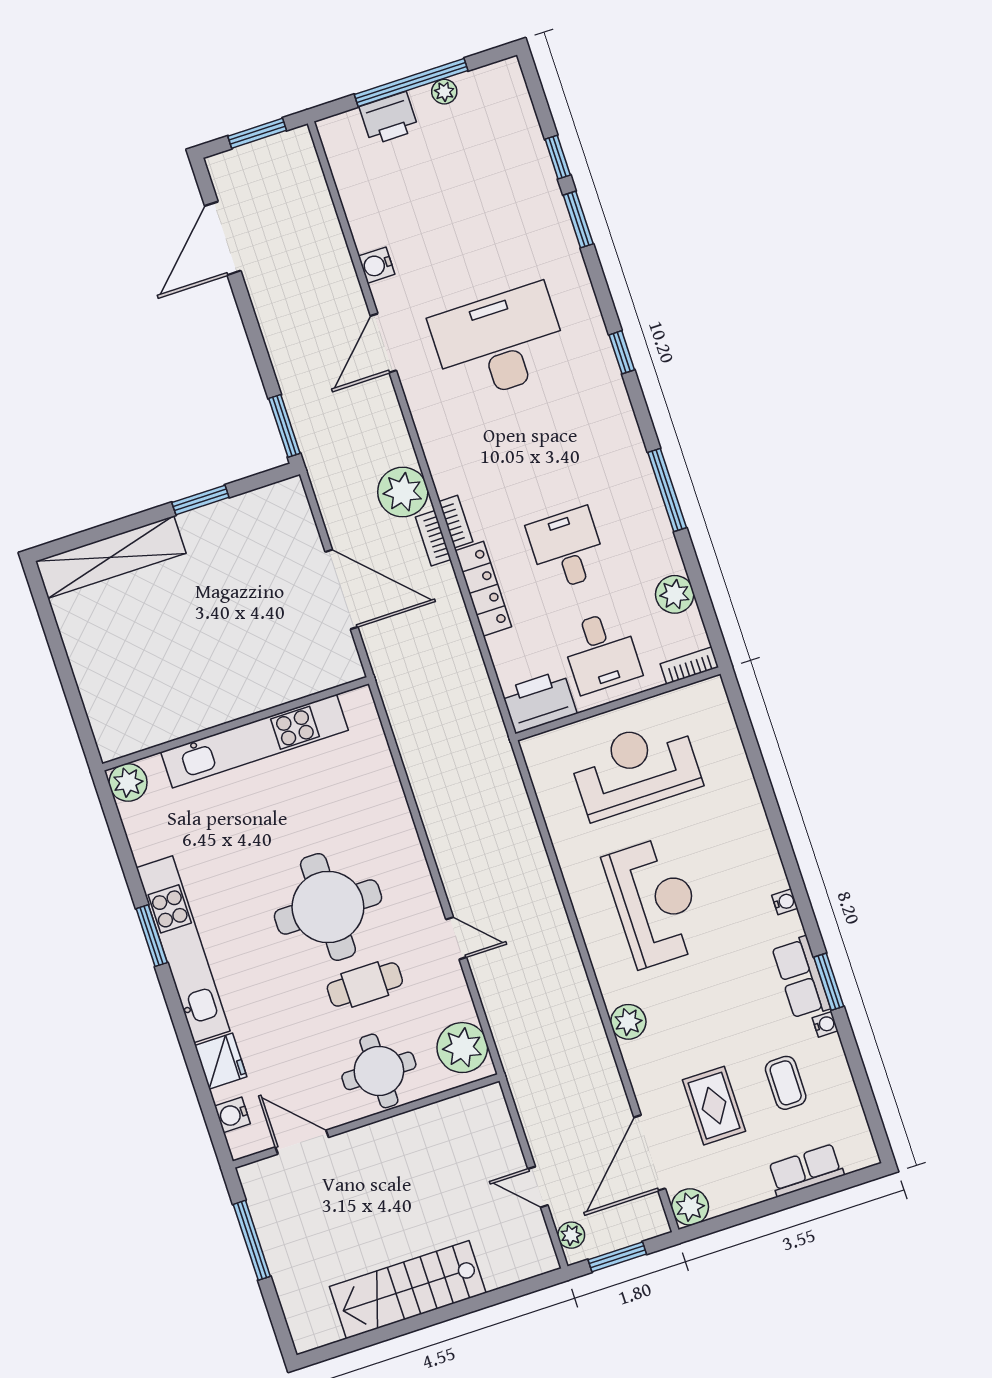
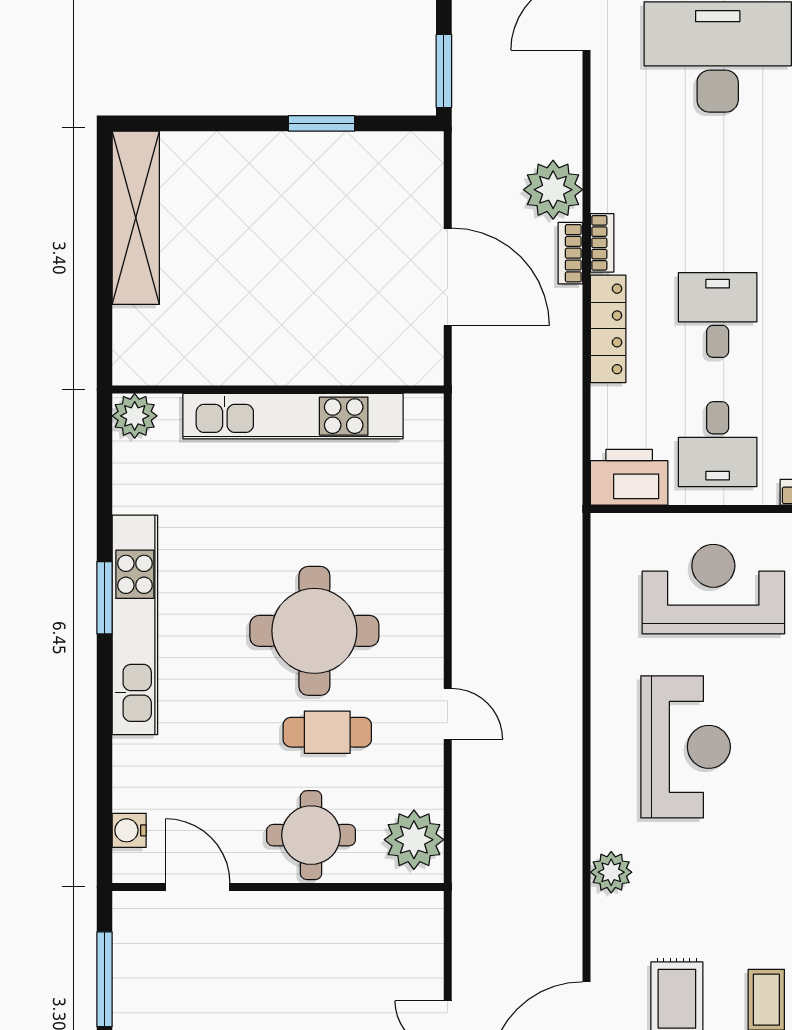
shelving: (111, 557) -> (136, 218), moved, turned 90
fridge: (221, 1061) -> (136, 765), removed

